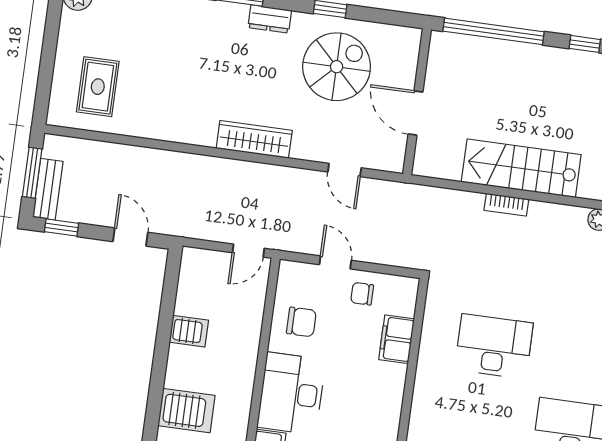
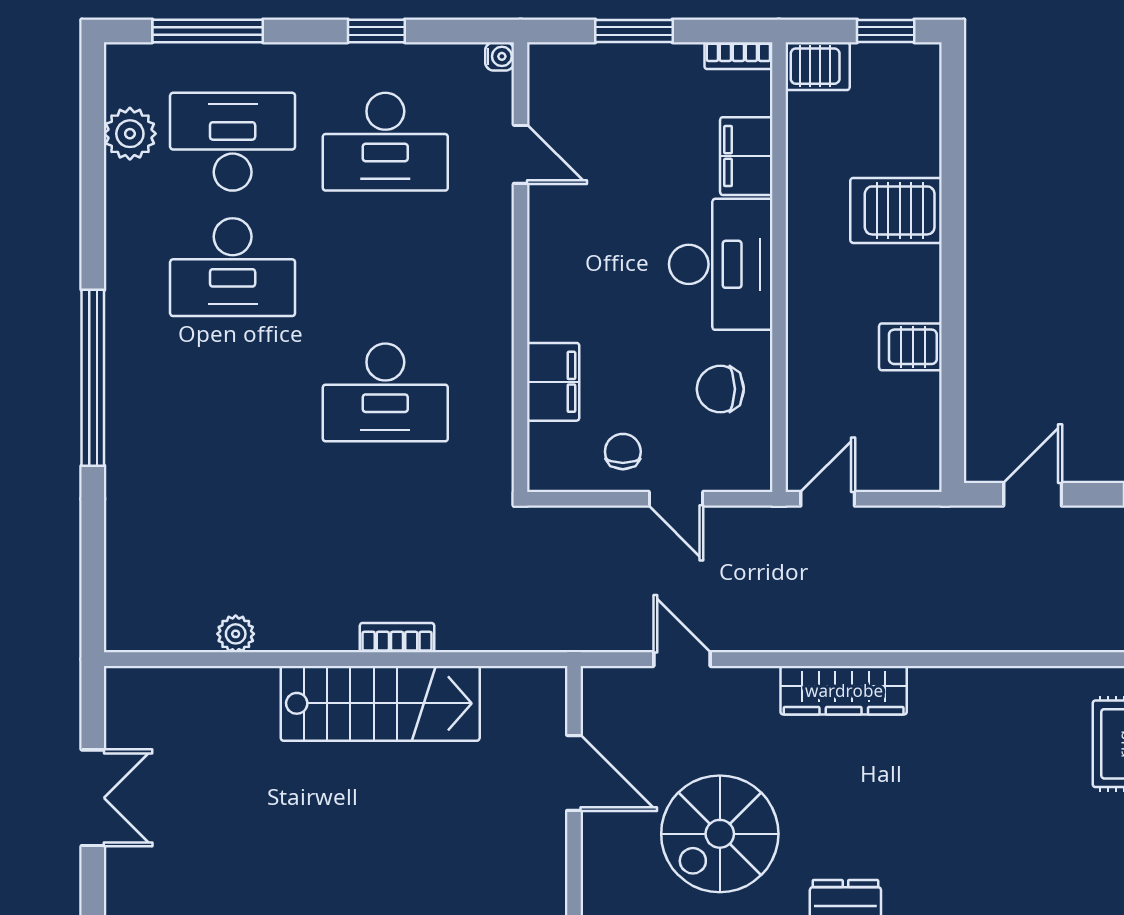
door: (130, 237) -> (1033, 494), swing flipped
chair: (362, 294) -> (623, 452), turned -90

